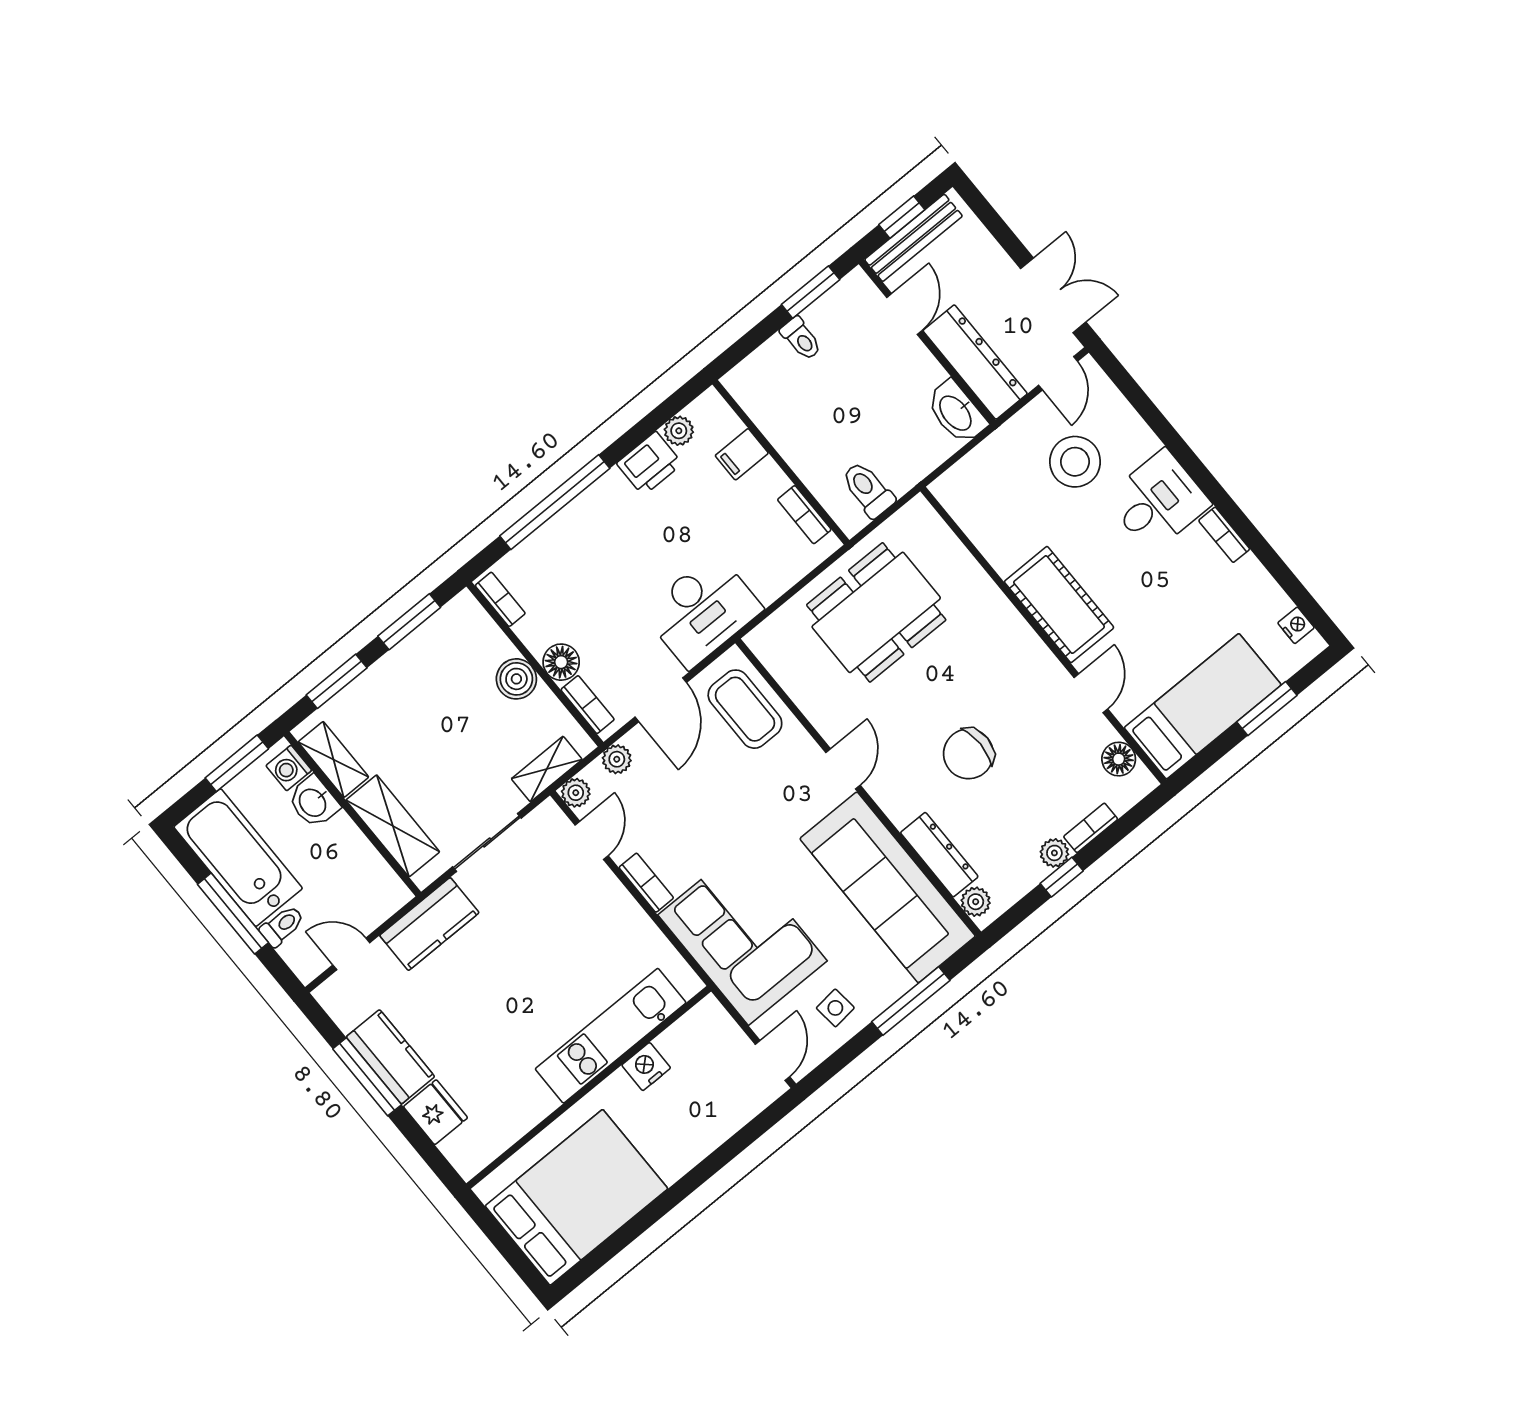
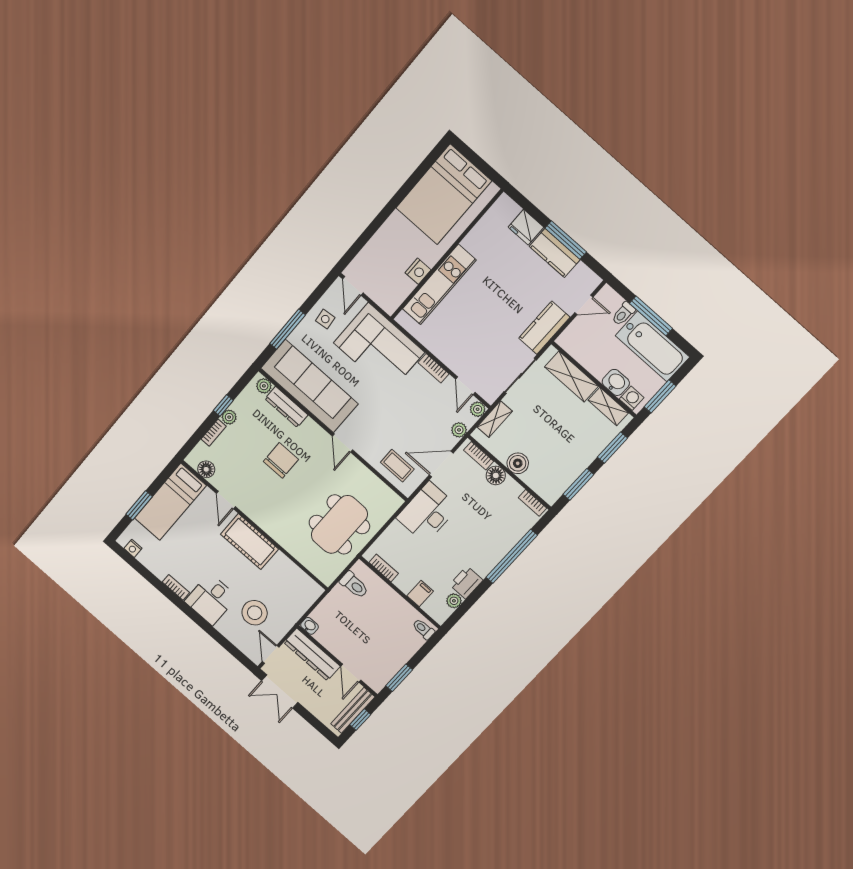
toilet: (801, 339) -> (423, 629), moved
washbasin: (956, 412) -> (309, 626), width x0.52, depth x0.69
door: (661, 700) -> (441, 464), hinge flipped
coffee table: (745, 709) -> (397, 466), width x0.73, depth x0.77

